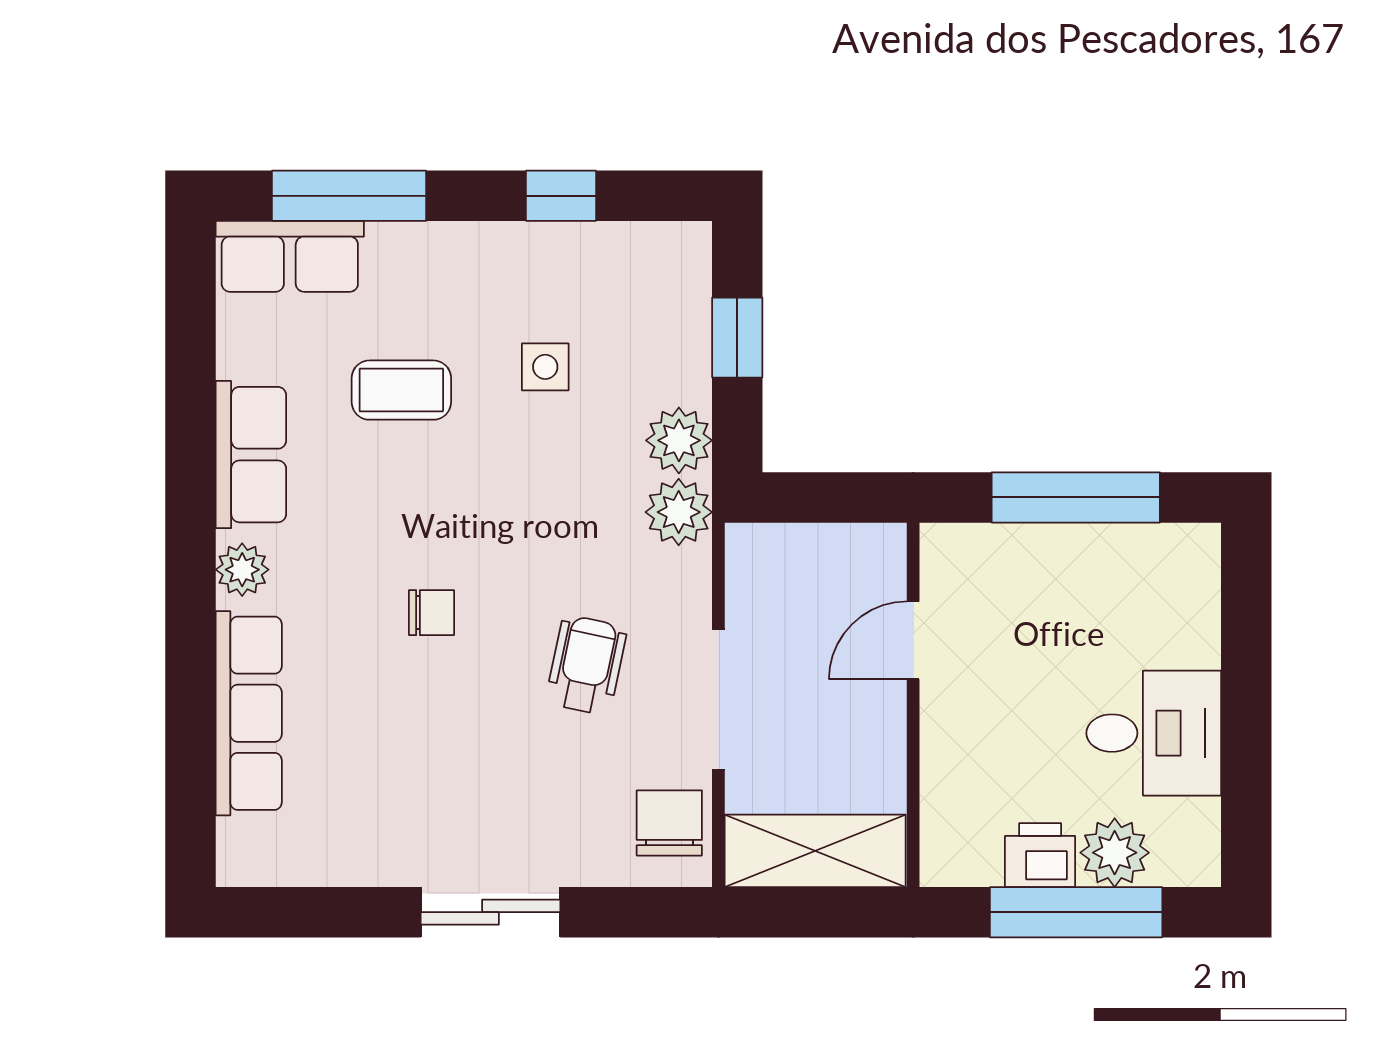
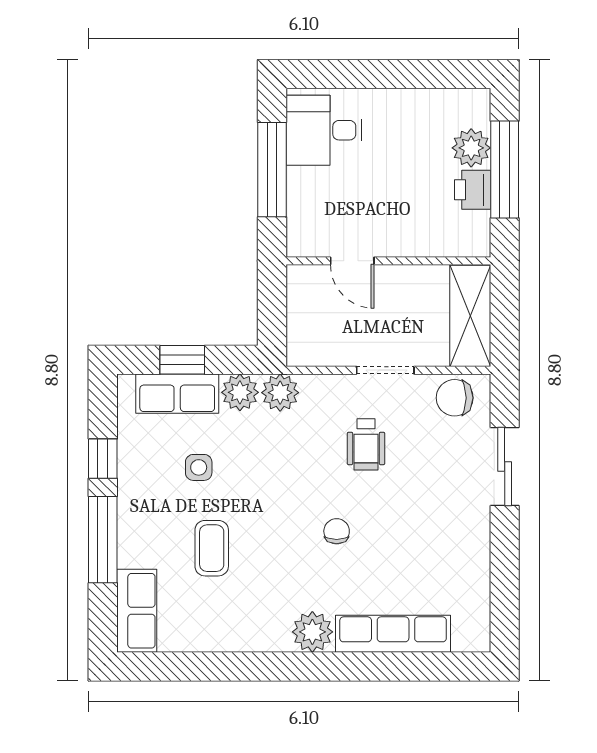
window: (349, 196) -> (103, 540), moved
row of seats: (251, 455) -> (177, 394), moved, turned 180
plant: (242, 570) -> (312, 632), width x1.38, depth x1.38
wheelchair: (586, 665) -> (366, 444), turned -102
doorway: (718, 700) -> (385, 370), width x0.73
desk: (1154, 733) -> (324, 130), moved, turned -90
sliding door: (490, 912) -> (505, 467), moved

